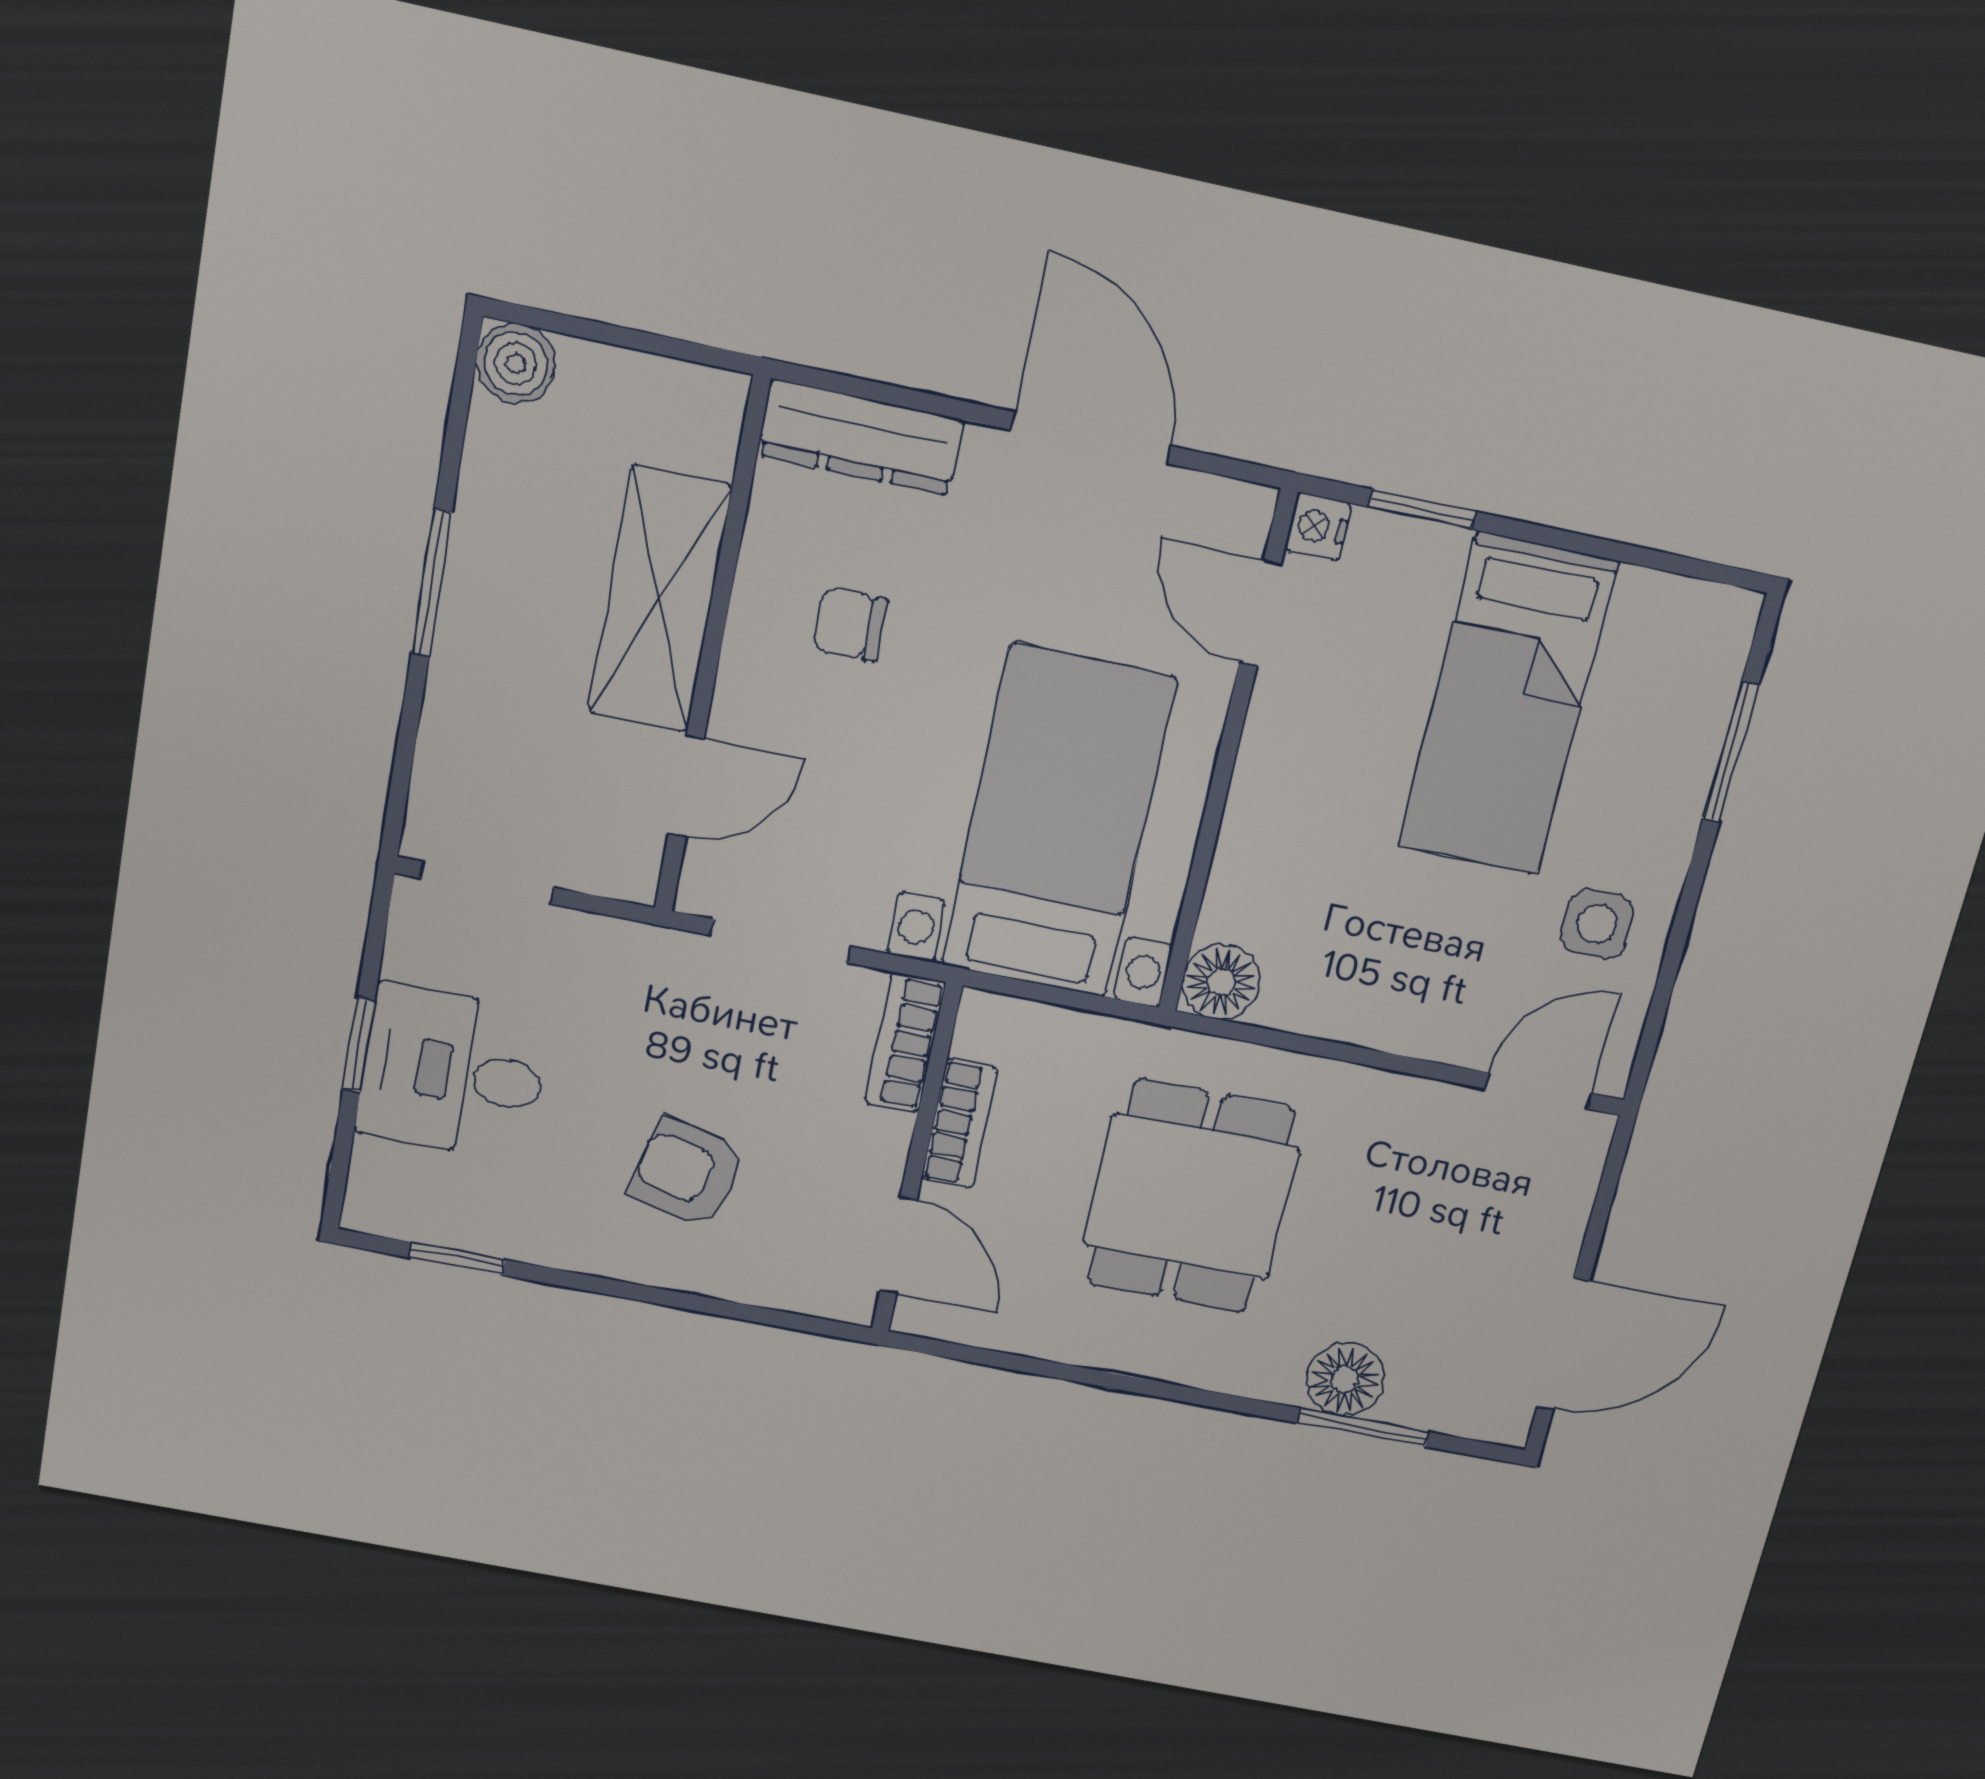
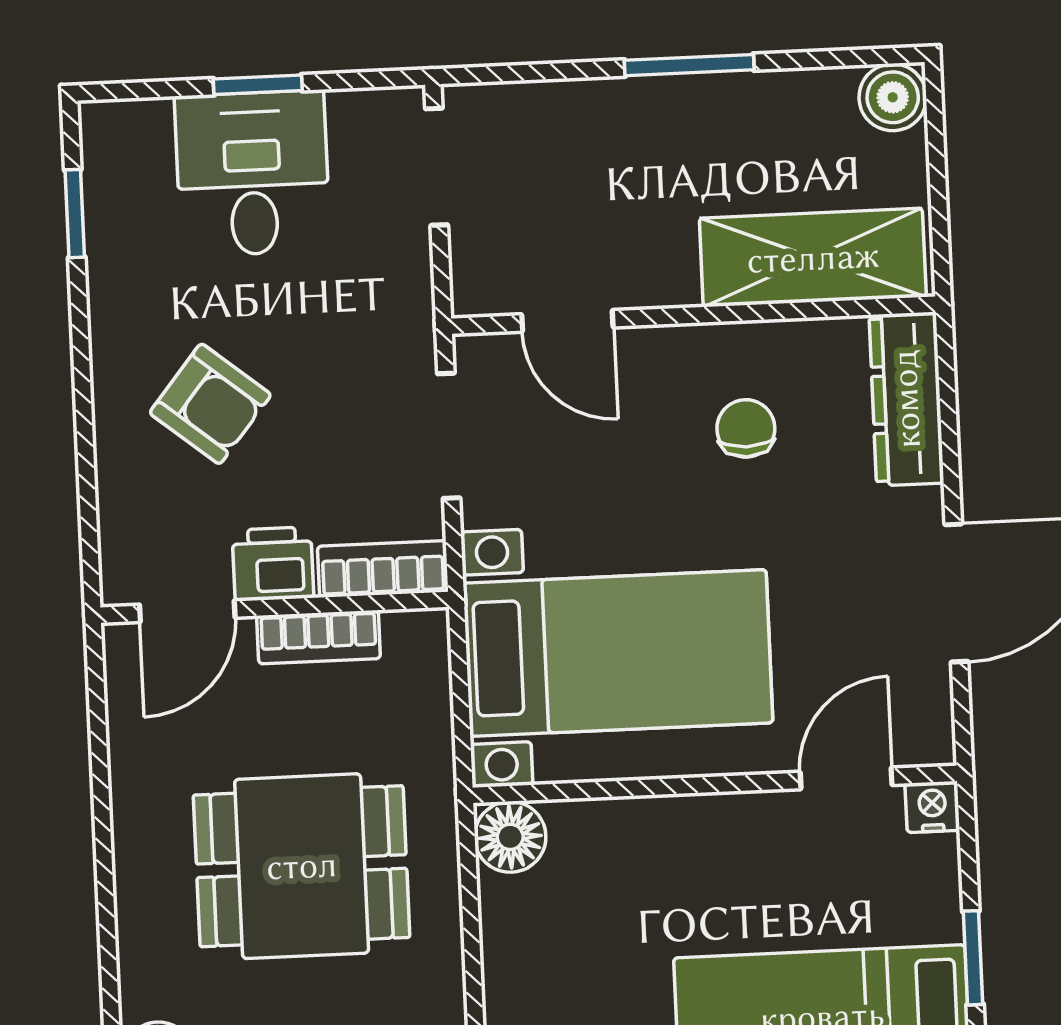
window: (1422, 509) -> (973, 958), moved
shelving: (660, 600) -> (813, 258), moved
printer: (871, 1151) -> (273, 564), added
armchair: (688, 1173) -> (210, 404), turned 116

